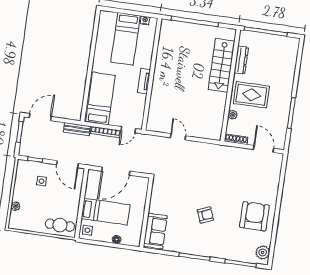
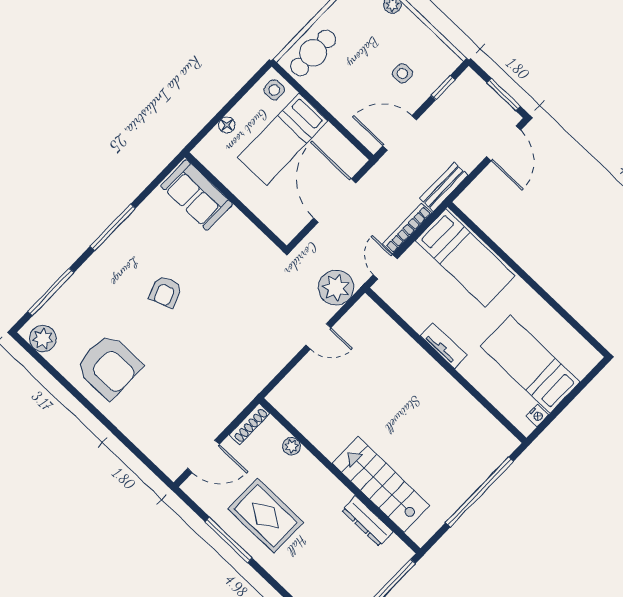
rug: (251, 95) -> (266, 516), moved, turned 90
plant: (152, 144) -> (336, 288), added

